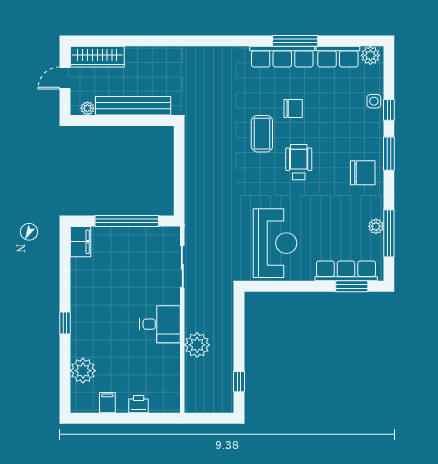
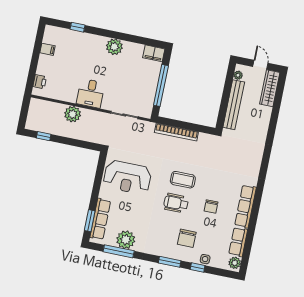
window: (295, 41) -> (254, 217), removed
coffee table: (262, 134) -> (183, 180), moved
wheelchair: (299, 162) -> (176, 203), turned 180
chair: (363, 173) -> (187, 238), moved
bookcase: (192, 183) -> (176, 132), added
plant: (376, 226) -> (126, 240), width x1.88, depth x1.88
window: (65, 323) -> (77, 27), moved
plant: (83, 371) -> (114, 47), moved
printer: (139, 404) -> (40, 82), moved

